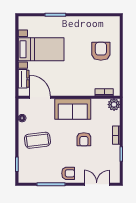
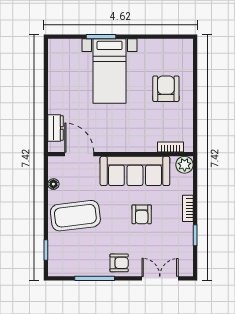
bed with nightstands: (41, 49) -> (110, 71), moved, turned 90
sofa: (73, 109) -> (135, 171), width x1.36
coffee table: (37, 140) -> (75, 216), width x1.36, depth x1.32

